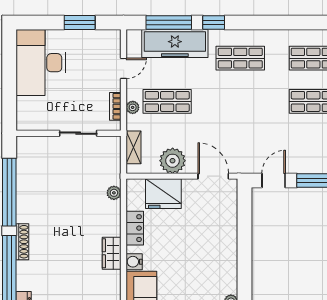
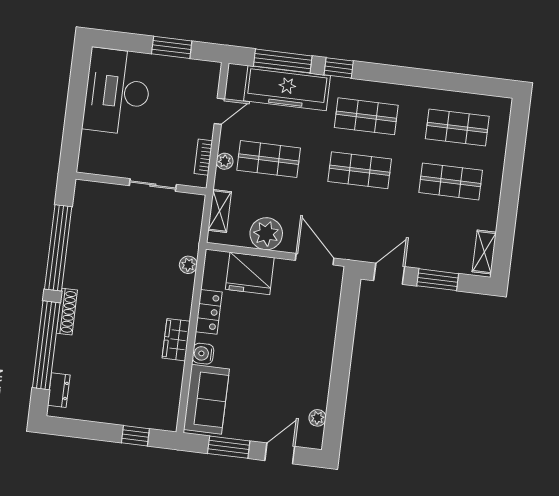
shop shelf: (240, 101) -> (360, 170), added

